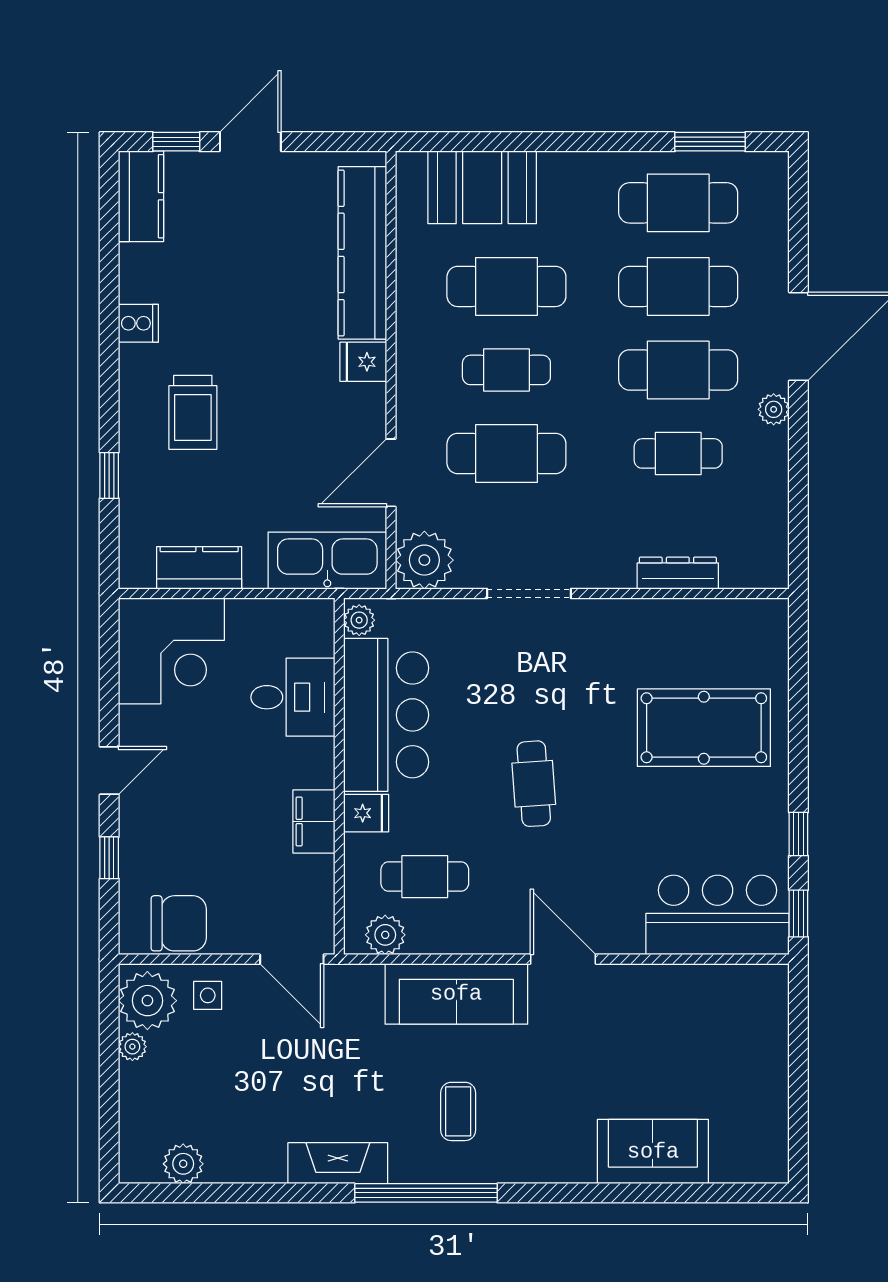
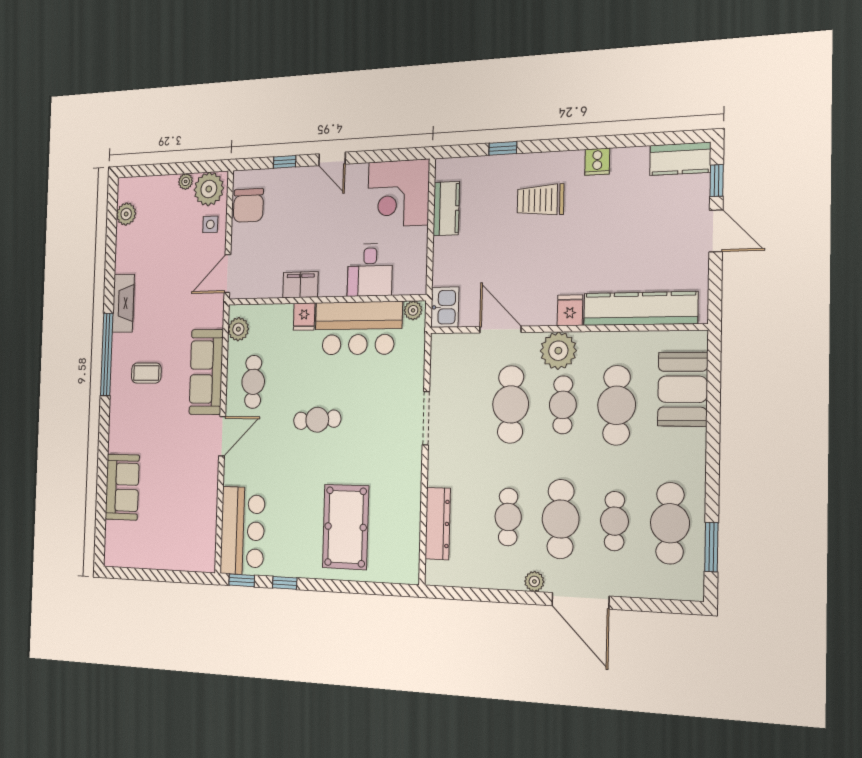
cafe table: (678, 286) -> (614, 521), width x0.73, depth x0.74
plant: (424, 560) -> (558, 351), moved
kitchen sink: (327, 561) -> (445, 307), width x0.53, depth x0.81
dresser: (678, 573) -> (438, 524), width x1.37, depth x1.24
cafe table: (425, 877) -> (253, 382), moved

